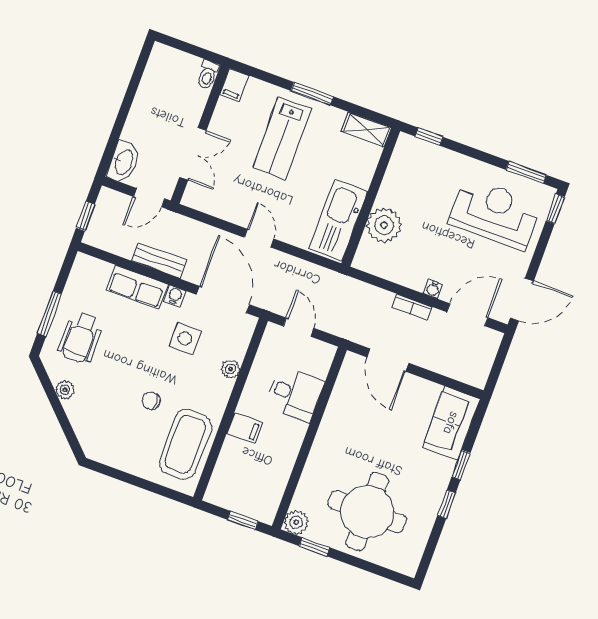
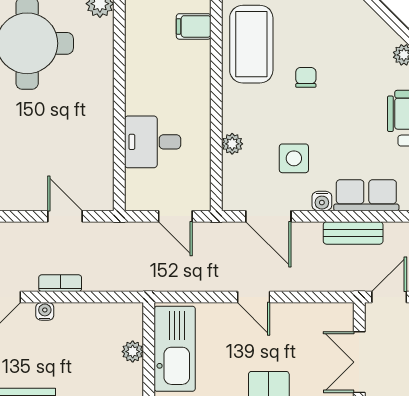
plant: (384, 225) -> (133, 352), width x0.53, depth x0.53
door: (223, 299) -> (268, 216), width x0.73
door: (388, 360) -> (65, 216), width x0.73
chair: (151, 401) -> (306, 77), turned -90
filing cabinet: (244, 428) -> (194, 26), moved

